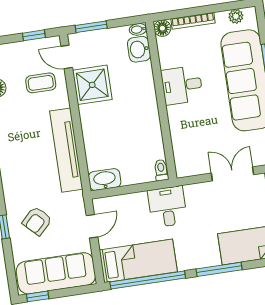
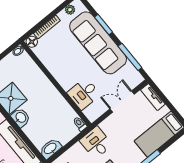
washbasin: (139, 49) -> (21, 118), moved, turned 180
desk: (182, 85) -> (84, 94), moved

